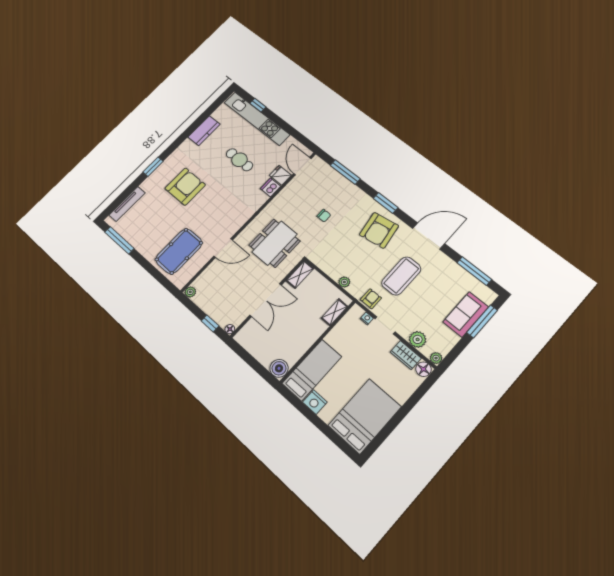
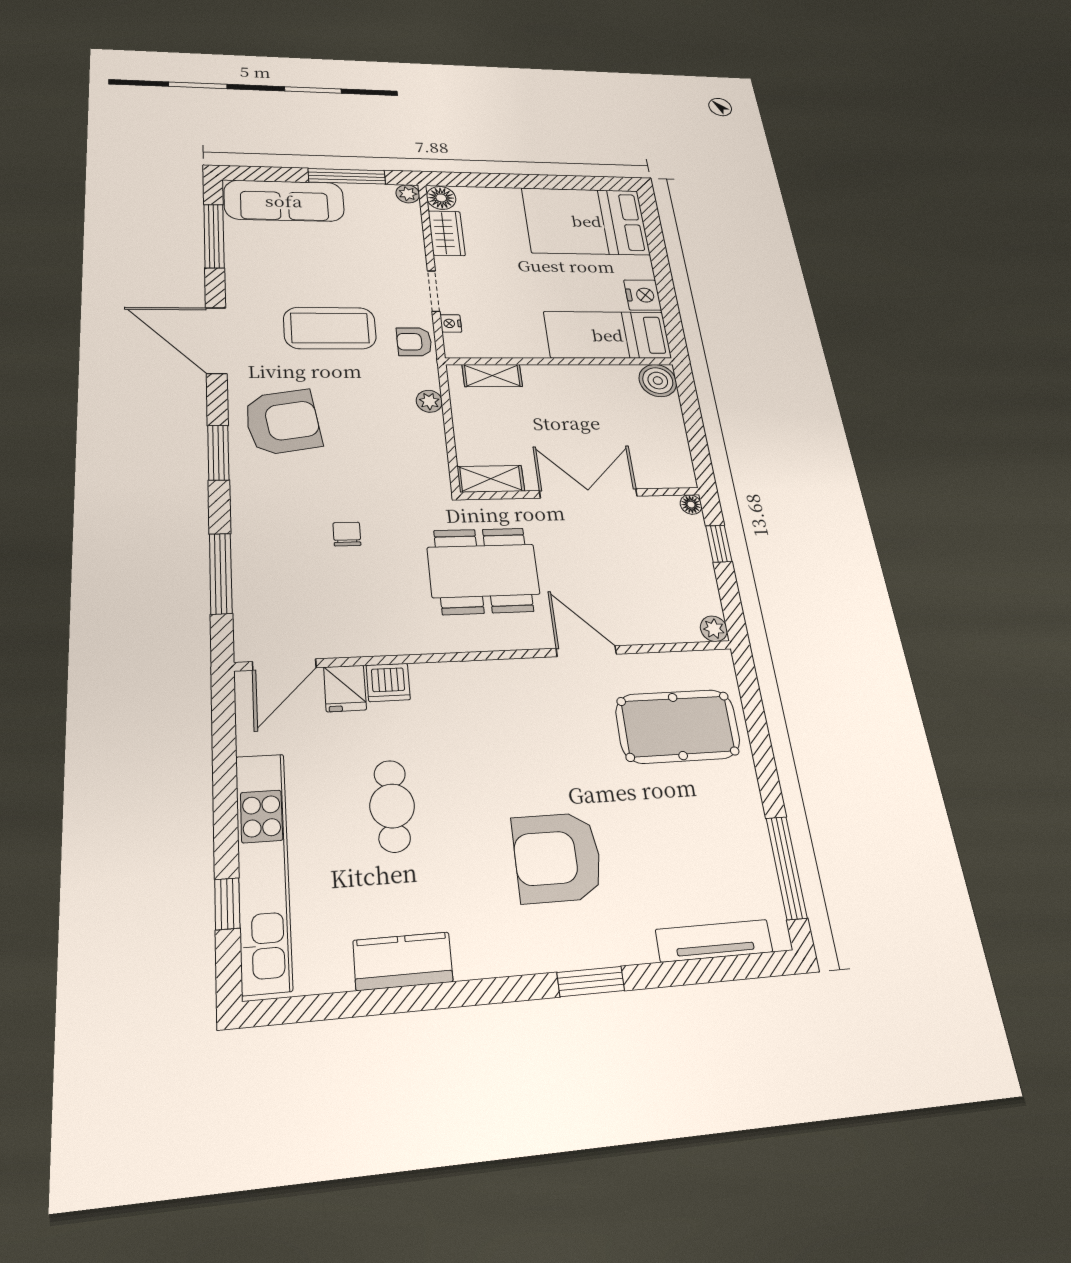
sofa: (466, 314) -> (284, 201), width x1.36
window: (482, 321) -> (347, 176), moved
plant: (418, 339) -> (407, 235), removed

